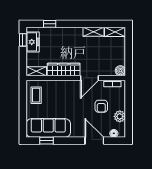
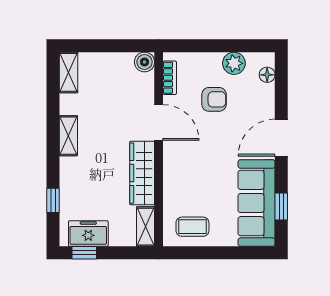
shelving: (93, 32) -> (68, 136), moved
door: (94, 141) -> (281, 138), moved

